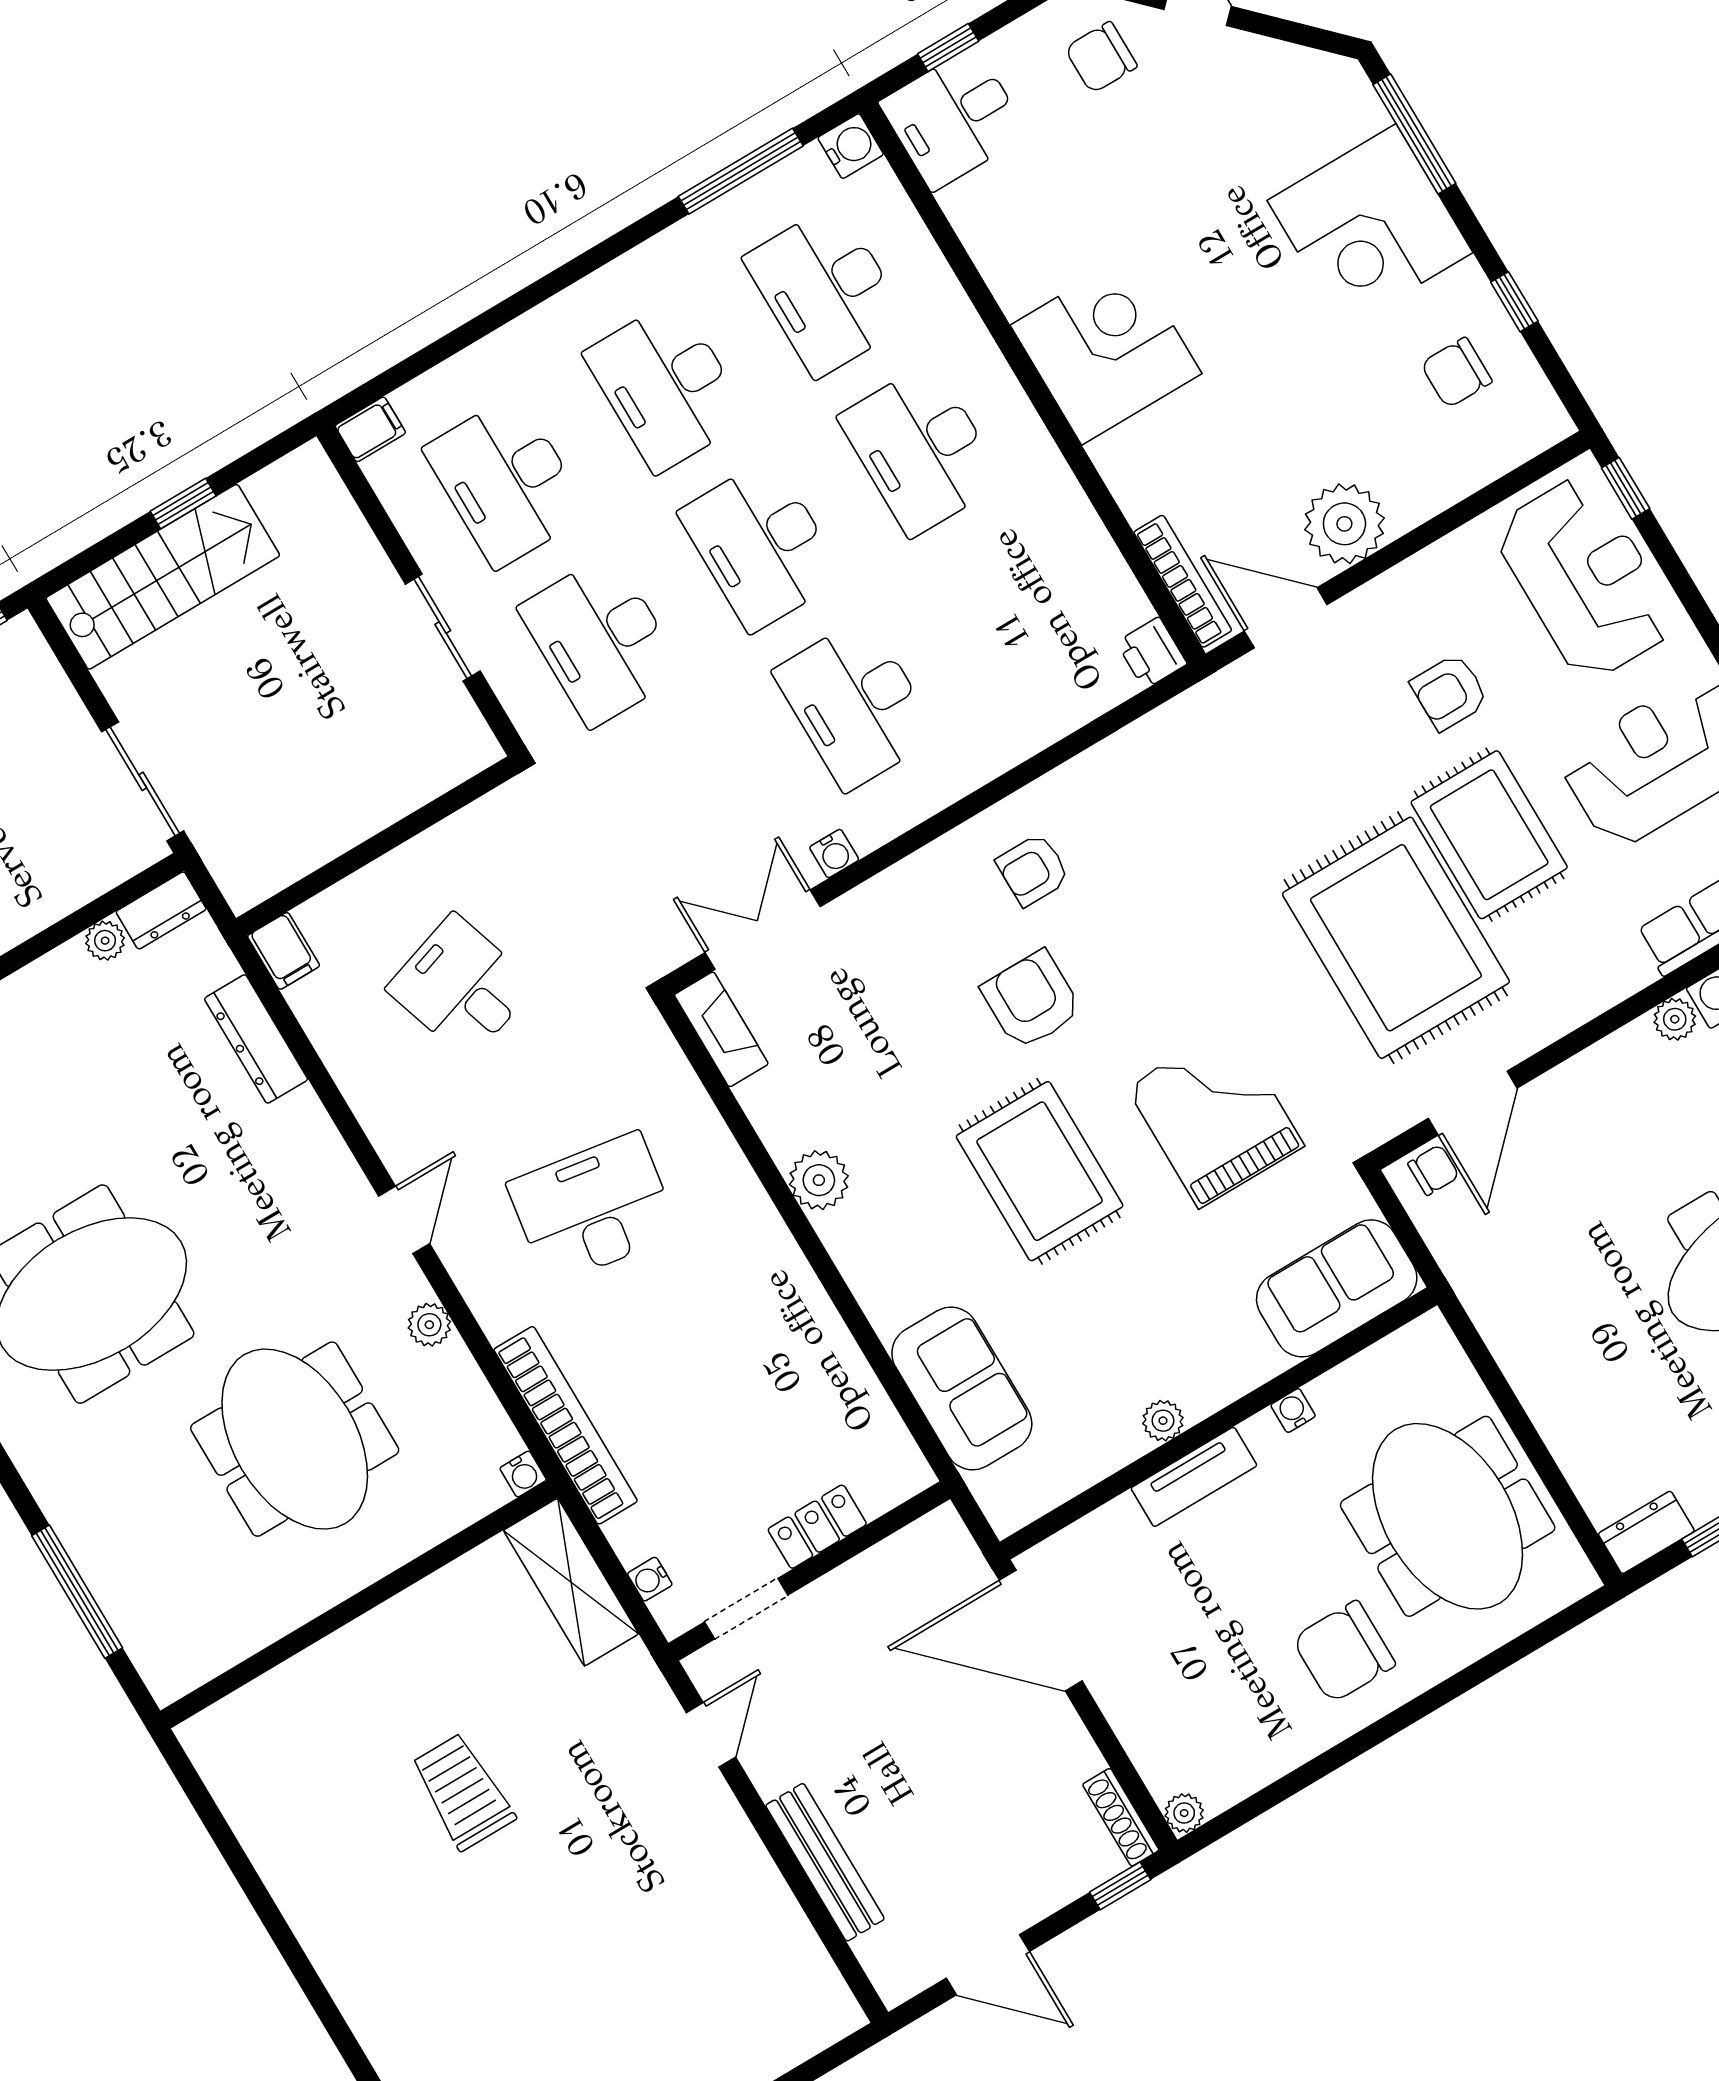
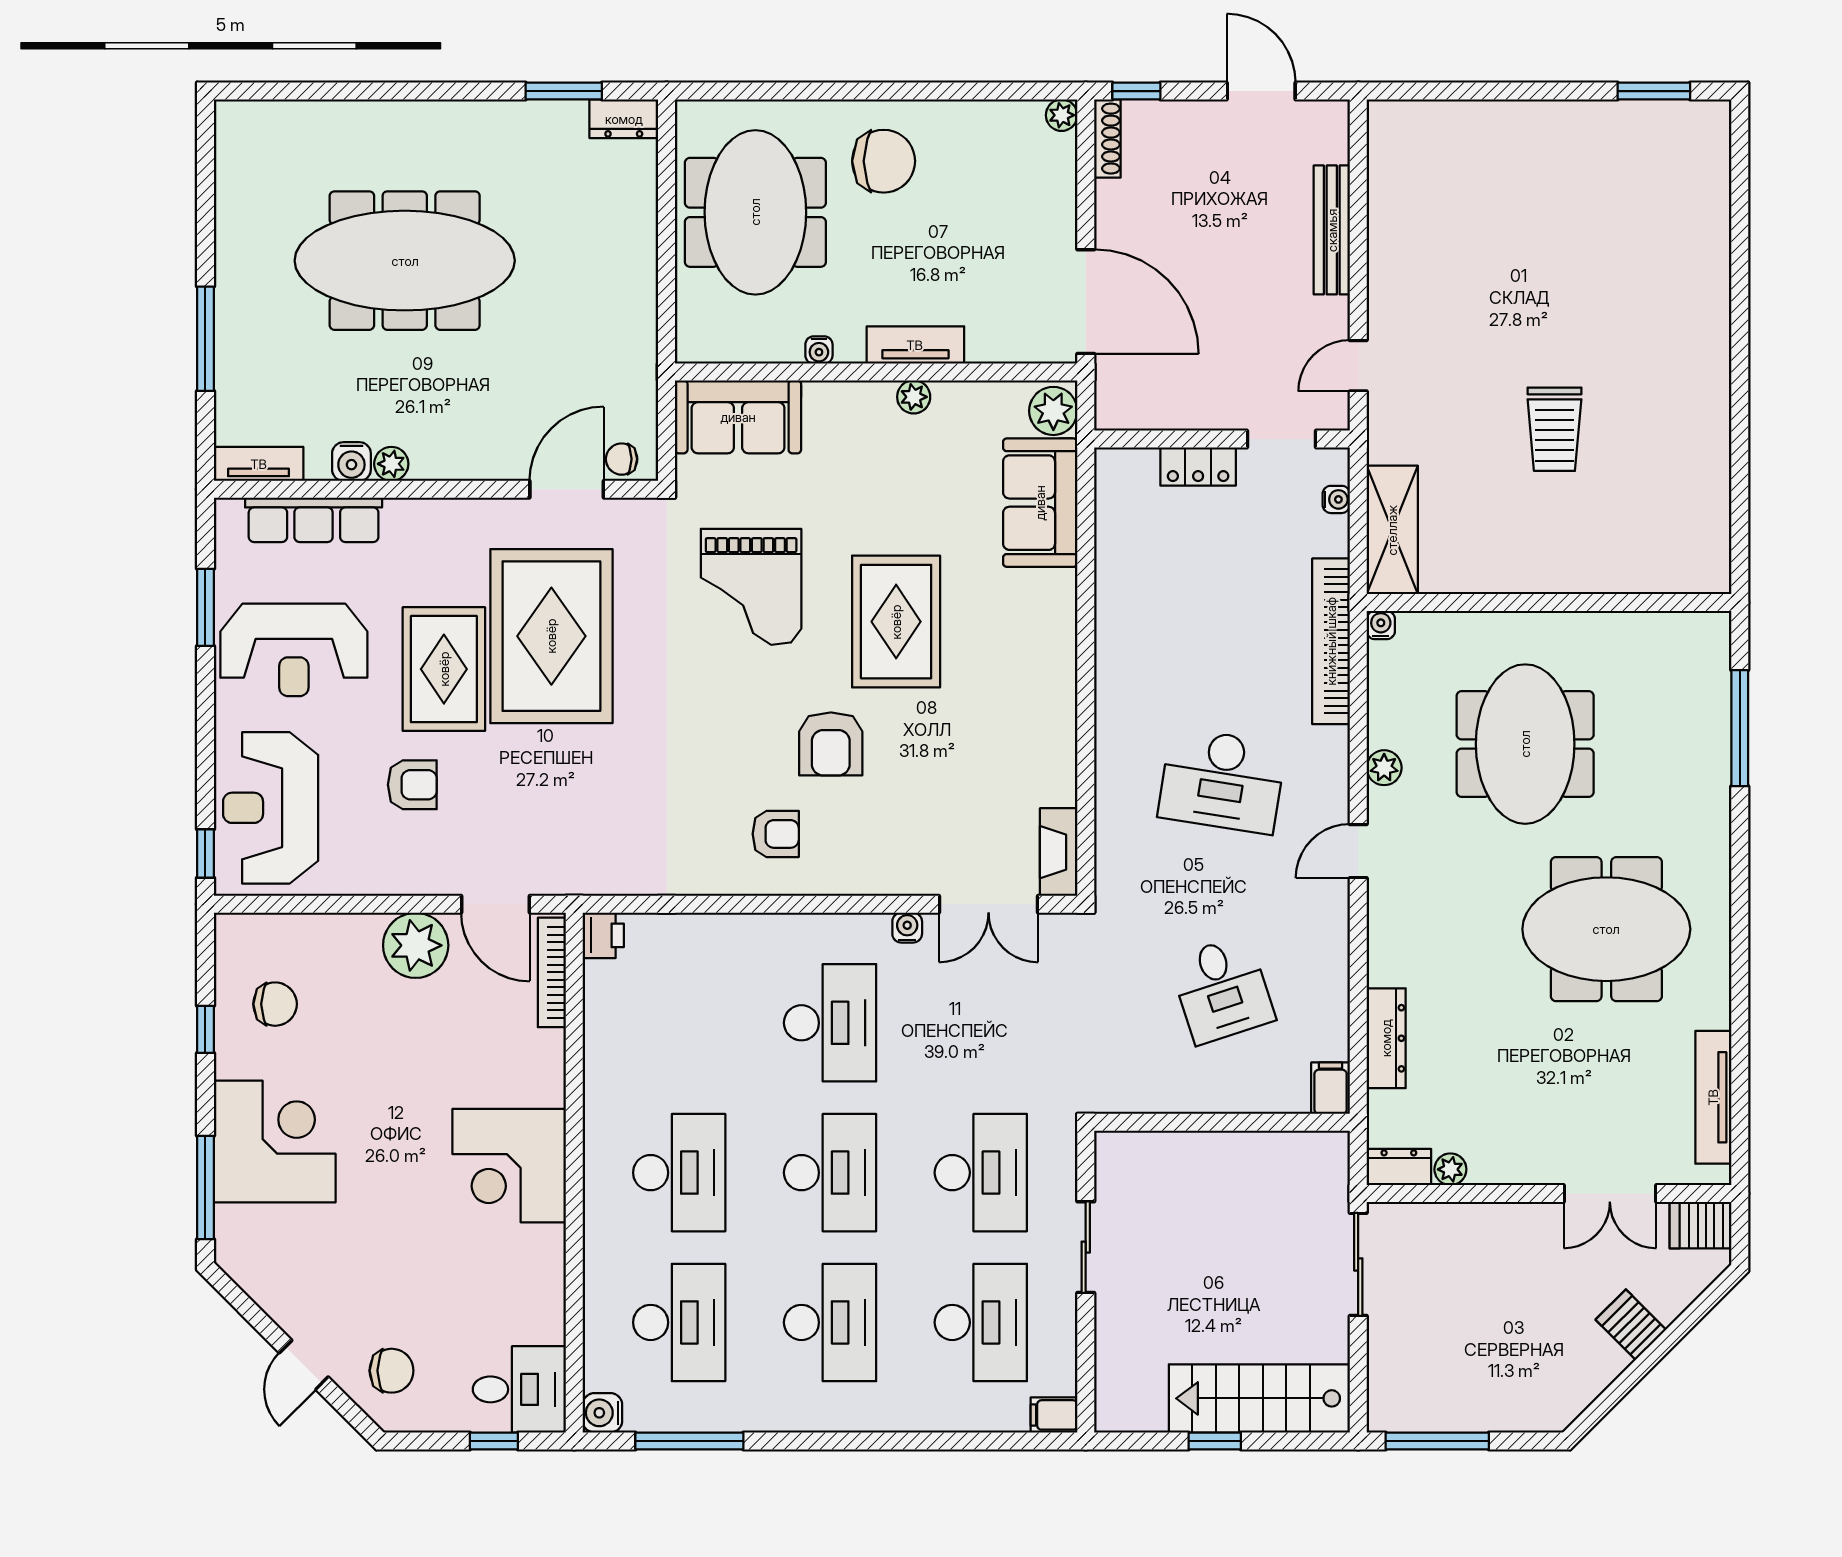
plant: (819, 1180) -> (1053, 411), moved

